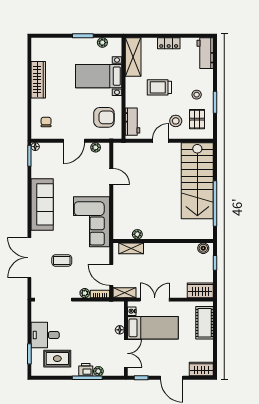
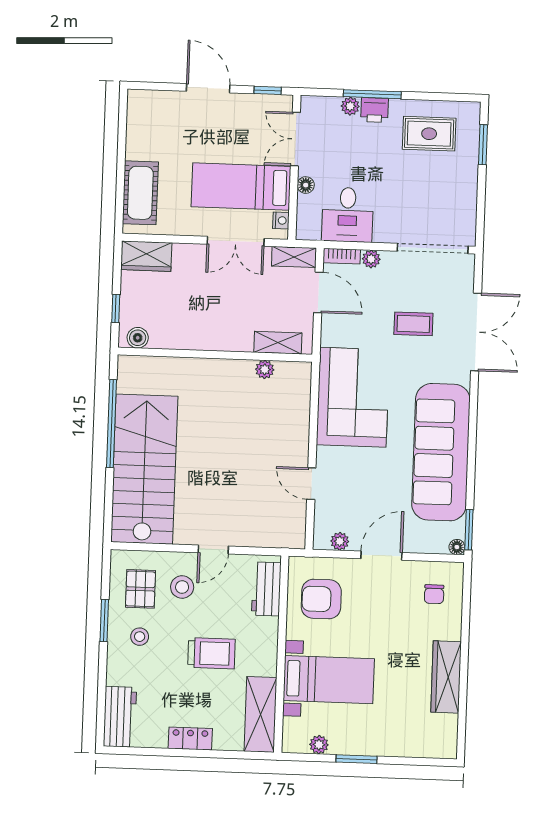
sofa: (42, 204) -> (441, 452), width x1.36, depth x1.27
desk: (45, 335) -> (347, 215), moved, turned 90
wardrobe: (201, 369) -> (150, 103), removed

